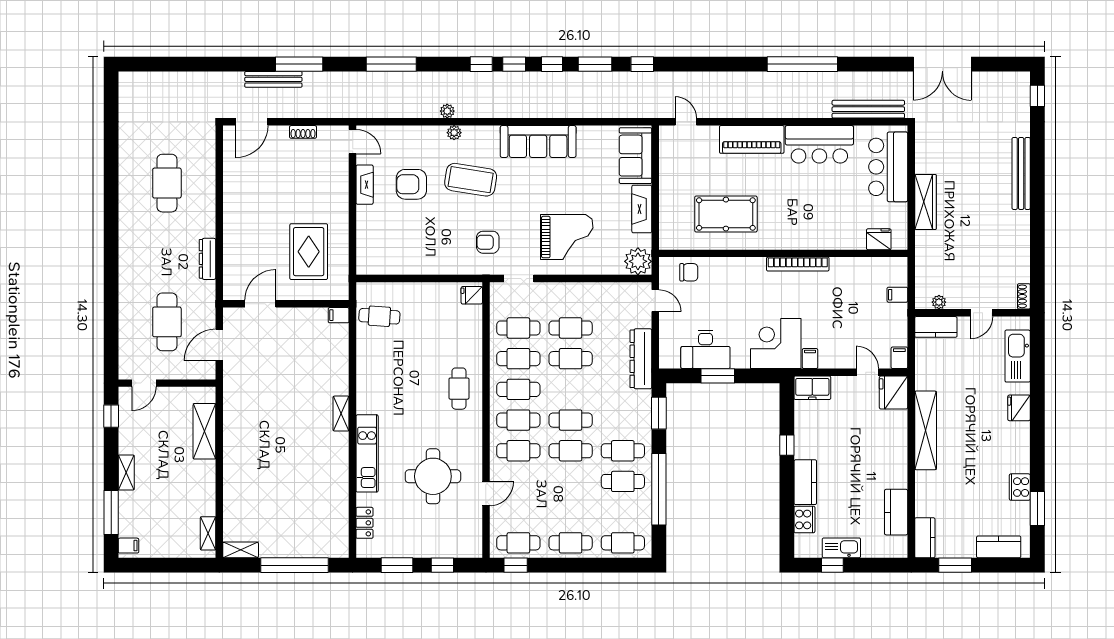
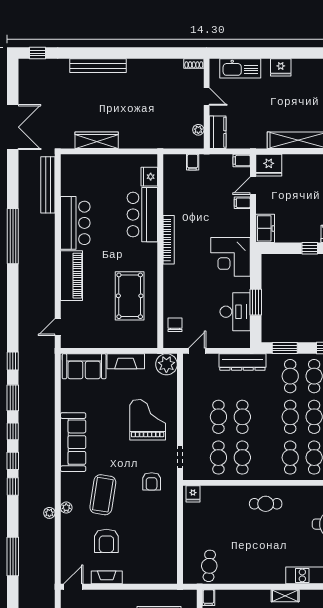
bar counter: (888, 167) -> (142, 215), moved, turned 90
wardrobe: (925, 202) -> (97, 140), moved
filing cabinet: (810, 359) -> (242, 203), moved
cafe table: (518, 389) -> (290, 376), moved

